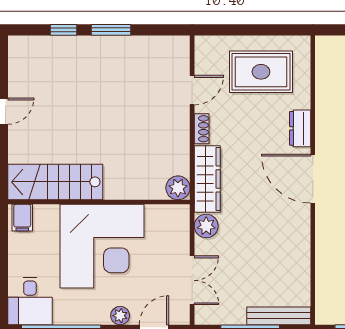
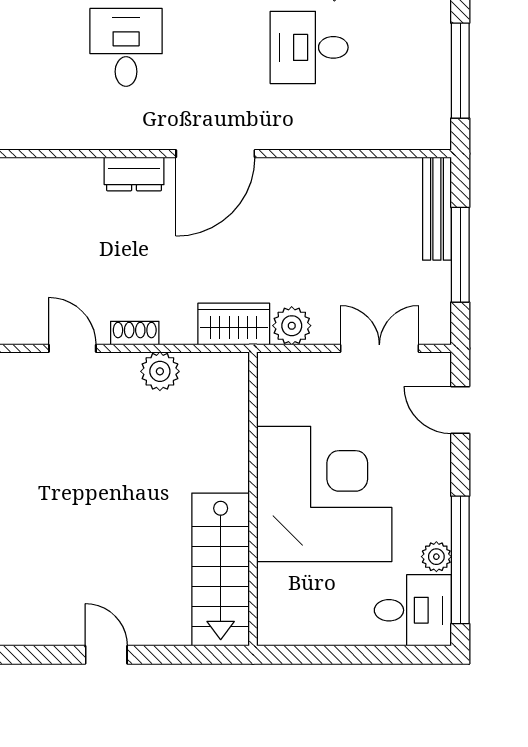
rug: (261, 72) -> (43, 237), removed
wardrobe: (207, 179) -> (234, 324), width x0.67
plant: (178, 188) -> (160, 371), moved
filing cabinet: (22, 218) -> (278, 623), removed
plant: (120, 316) -> (436, 557), moved

